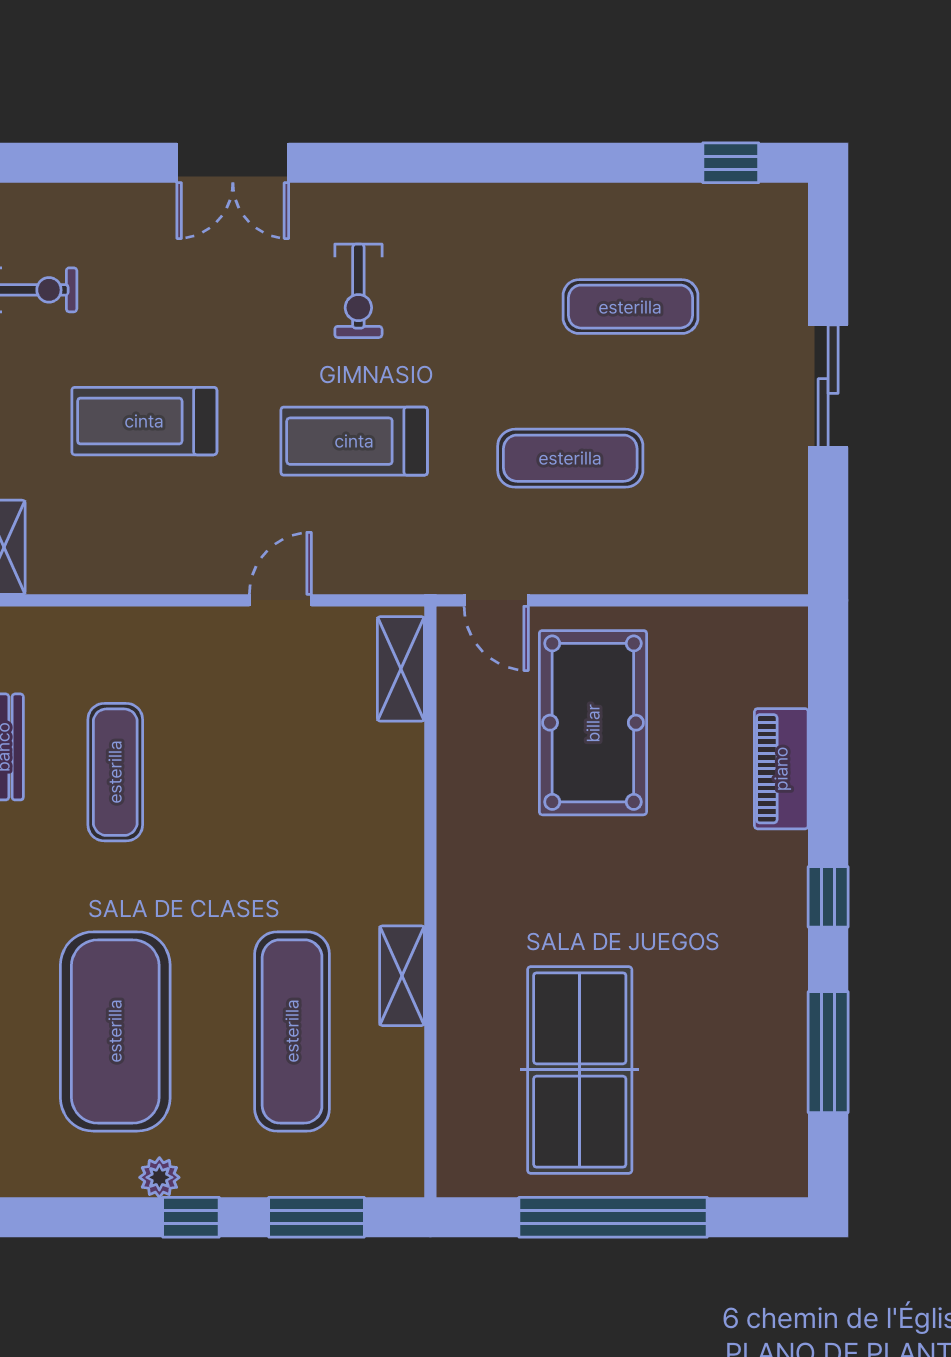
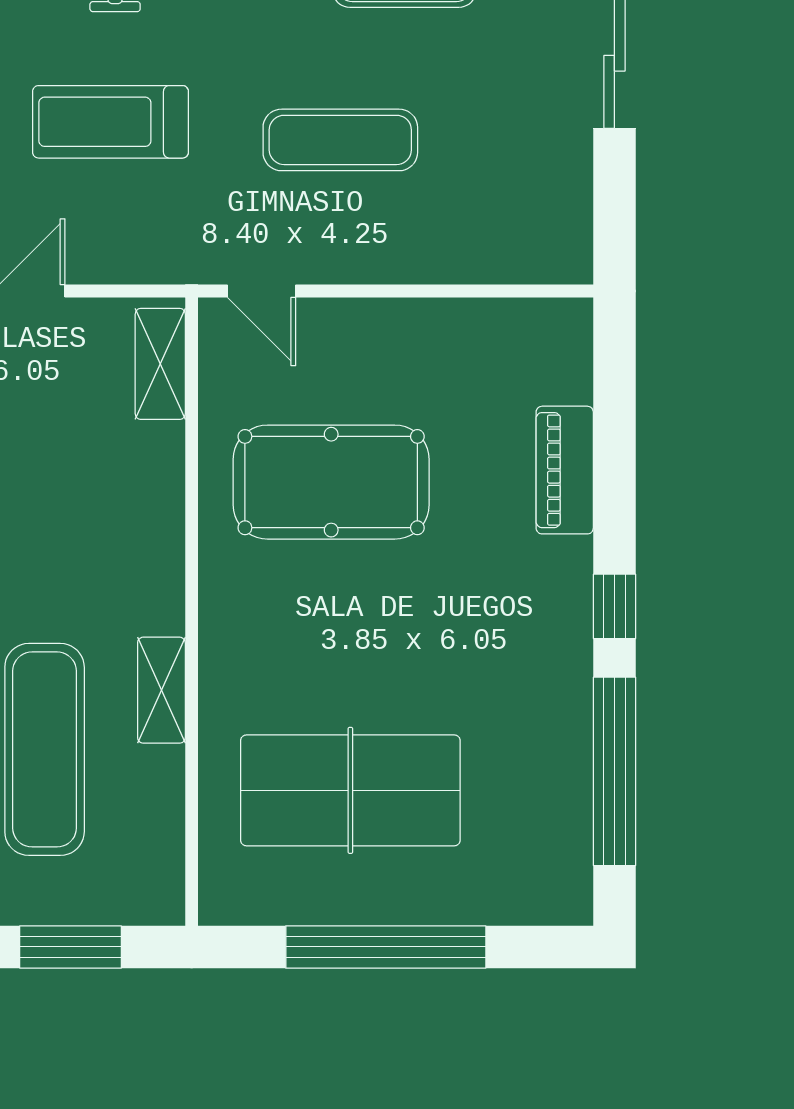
pool table: (593, 723) -> (331, 482), moved, turned 90
window: (828, 1052) -> (614, 771), width x1.46
table tennis table: (580, 1070) -> (350, 790), turned 90

